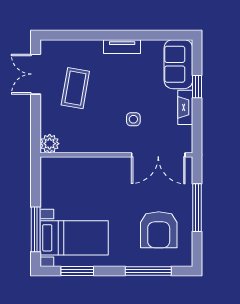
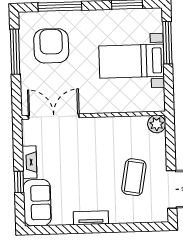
side table: (133, 119) -> (78, 149), removed
window: (197, 208) -> (15, 52), moved
bed with nightstands: (74, 238) -> (132, 61), moved

